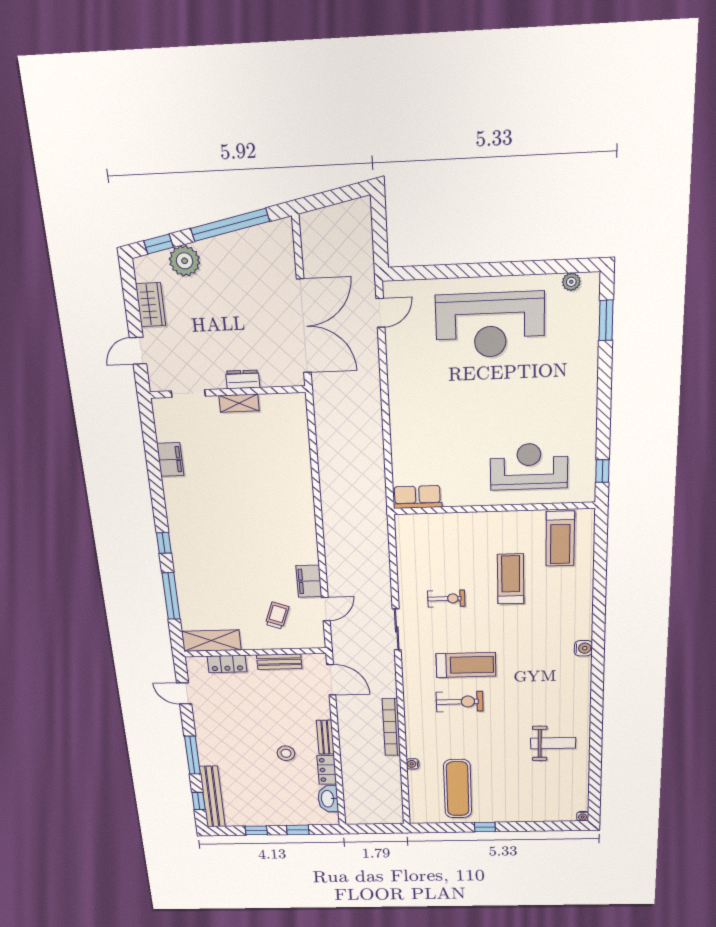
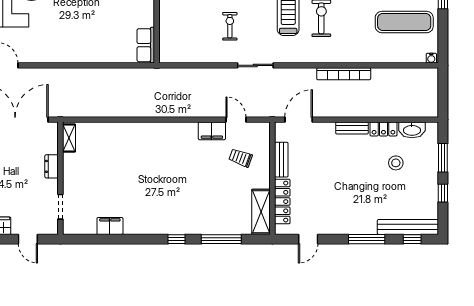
shelving: (239, 403) -> (69, 138), moved
locker: (227, 664) -> (282, 202), width x1.53
stool: (286, 753) -> (396, 163), moved
water cooler: (413, 764) -> (431, 58), moved
window: (298, 830) -> (443, 158), width x1.50

